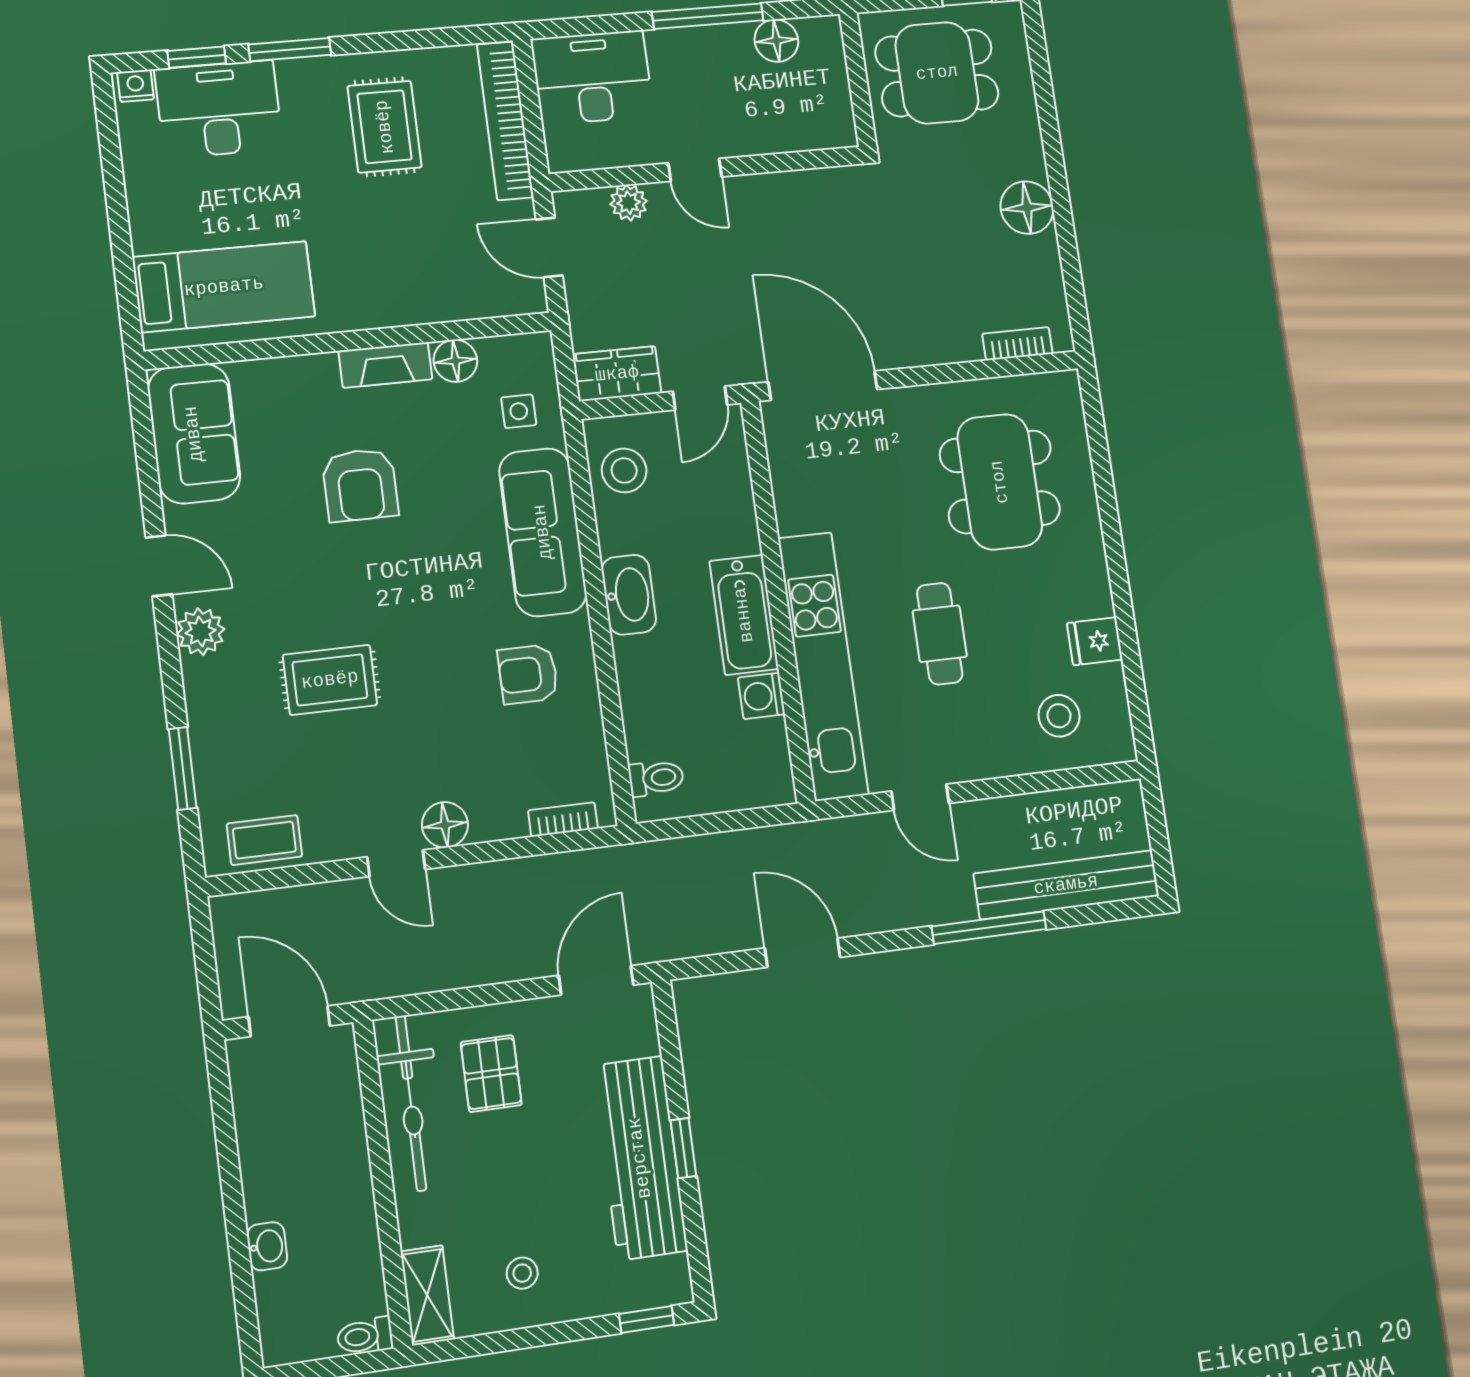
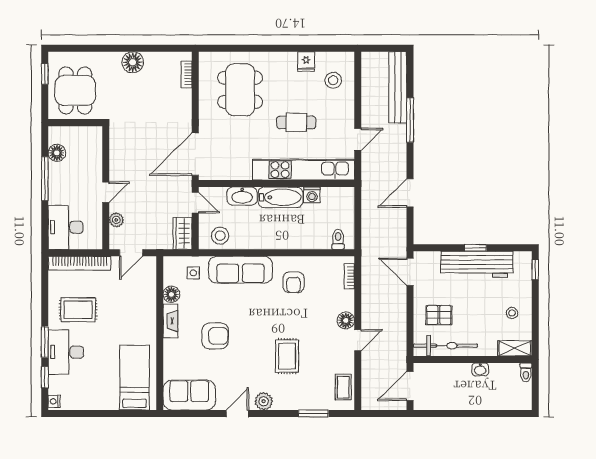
desk: (219, 109) -> (66, 352), moved
dining table: (1000, 482) -> (240, 90), turned 90
washbasin: (629, 595) -> (242, 196), moved, turned 180
washbasin: (267, 1246) -> (480, 369), moved, turned 180

